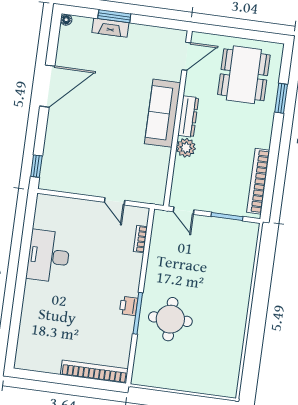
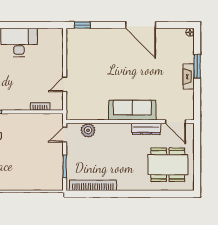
fireplace: (110, 28) -> (189, 77), moved
window: (281, 98) -> (155, 194), removed
dresser: (188, 116) -> (146, 129), moved
plant: (186, 148) -> (88, 130), moved

